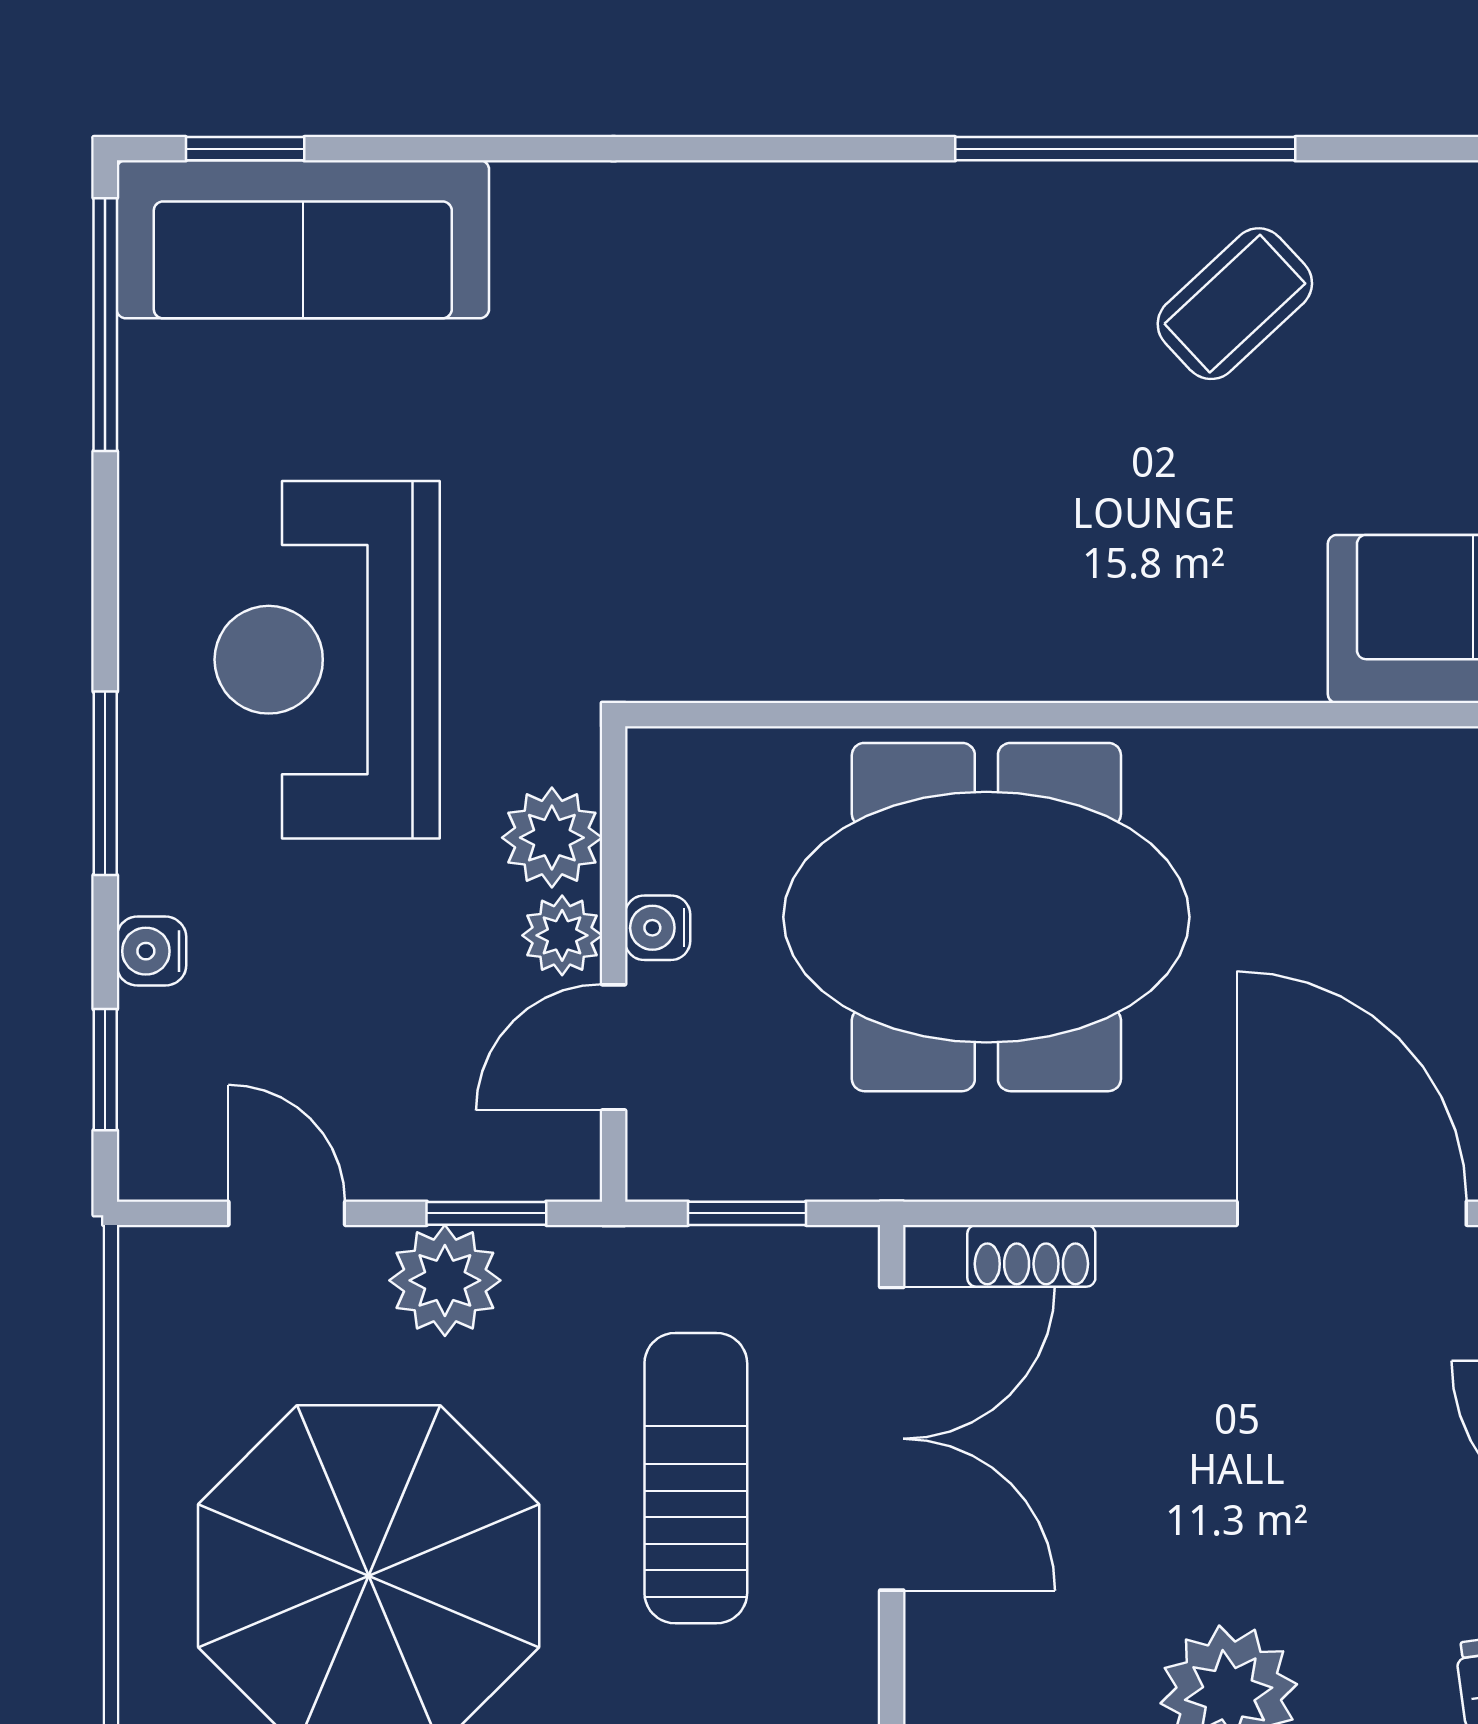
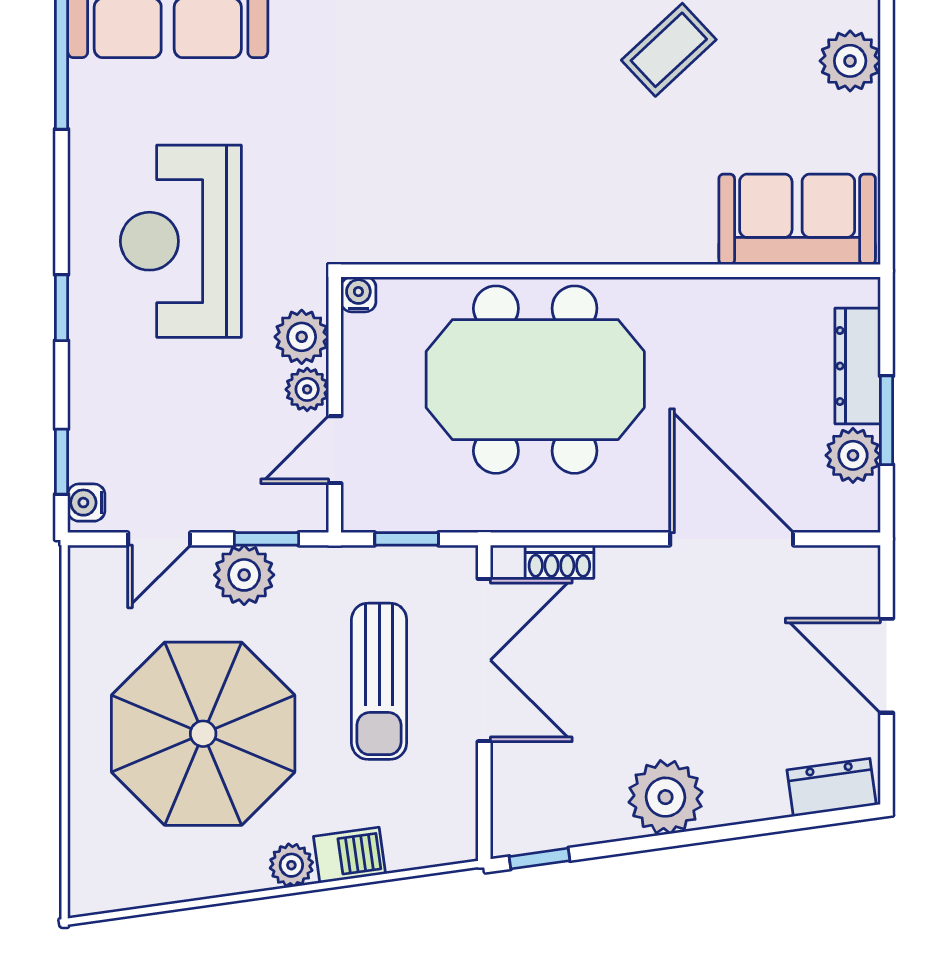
window: (105, 783) -> (62, 308), width x0.67
water cooler: (658, 928) -> (358, 294), moved, turned 90
water cooler: (151, 951) -> (86, 503), moved
door: (287, 1213) -> (159, 539), swing flipped
sun lounger: (696, 1478) -> (379, 681), turned 180

